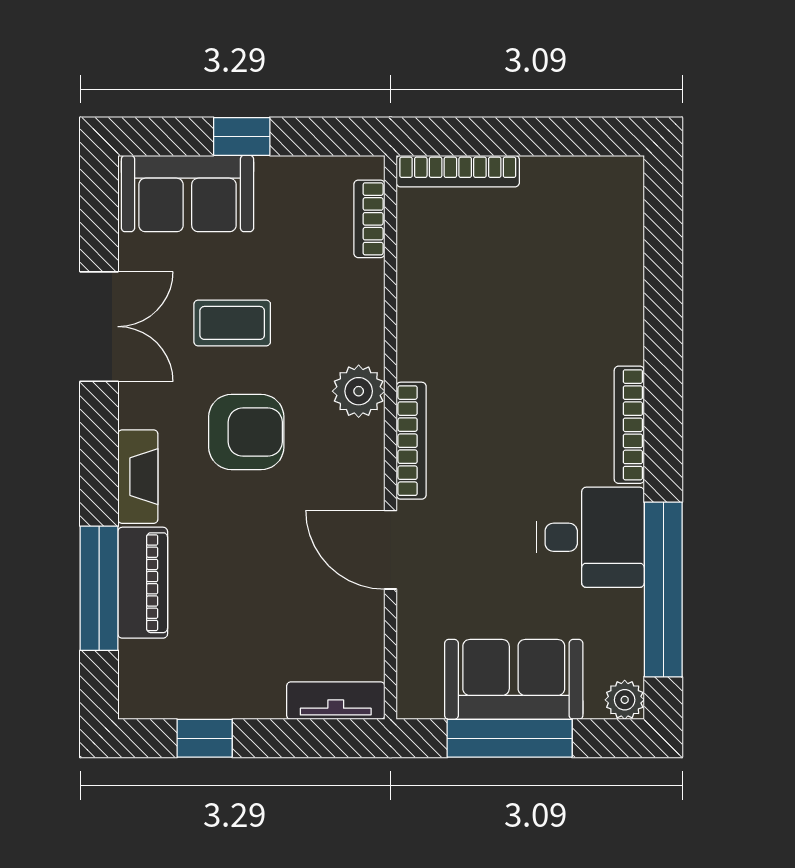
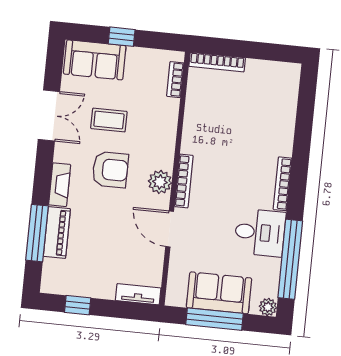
plant: (359, 391) -> (160, 182), moved

